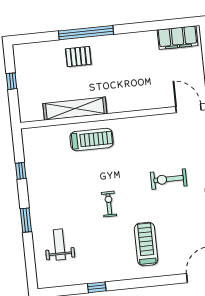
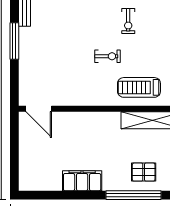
filing cabinet: (178, 38) -> (82, 181), moved
exercise bike: (169, 179) -> (107, 56), moved, width x0.73, depth x0.72

